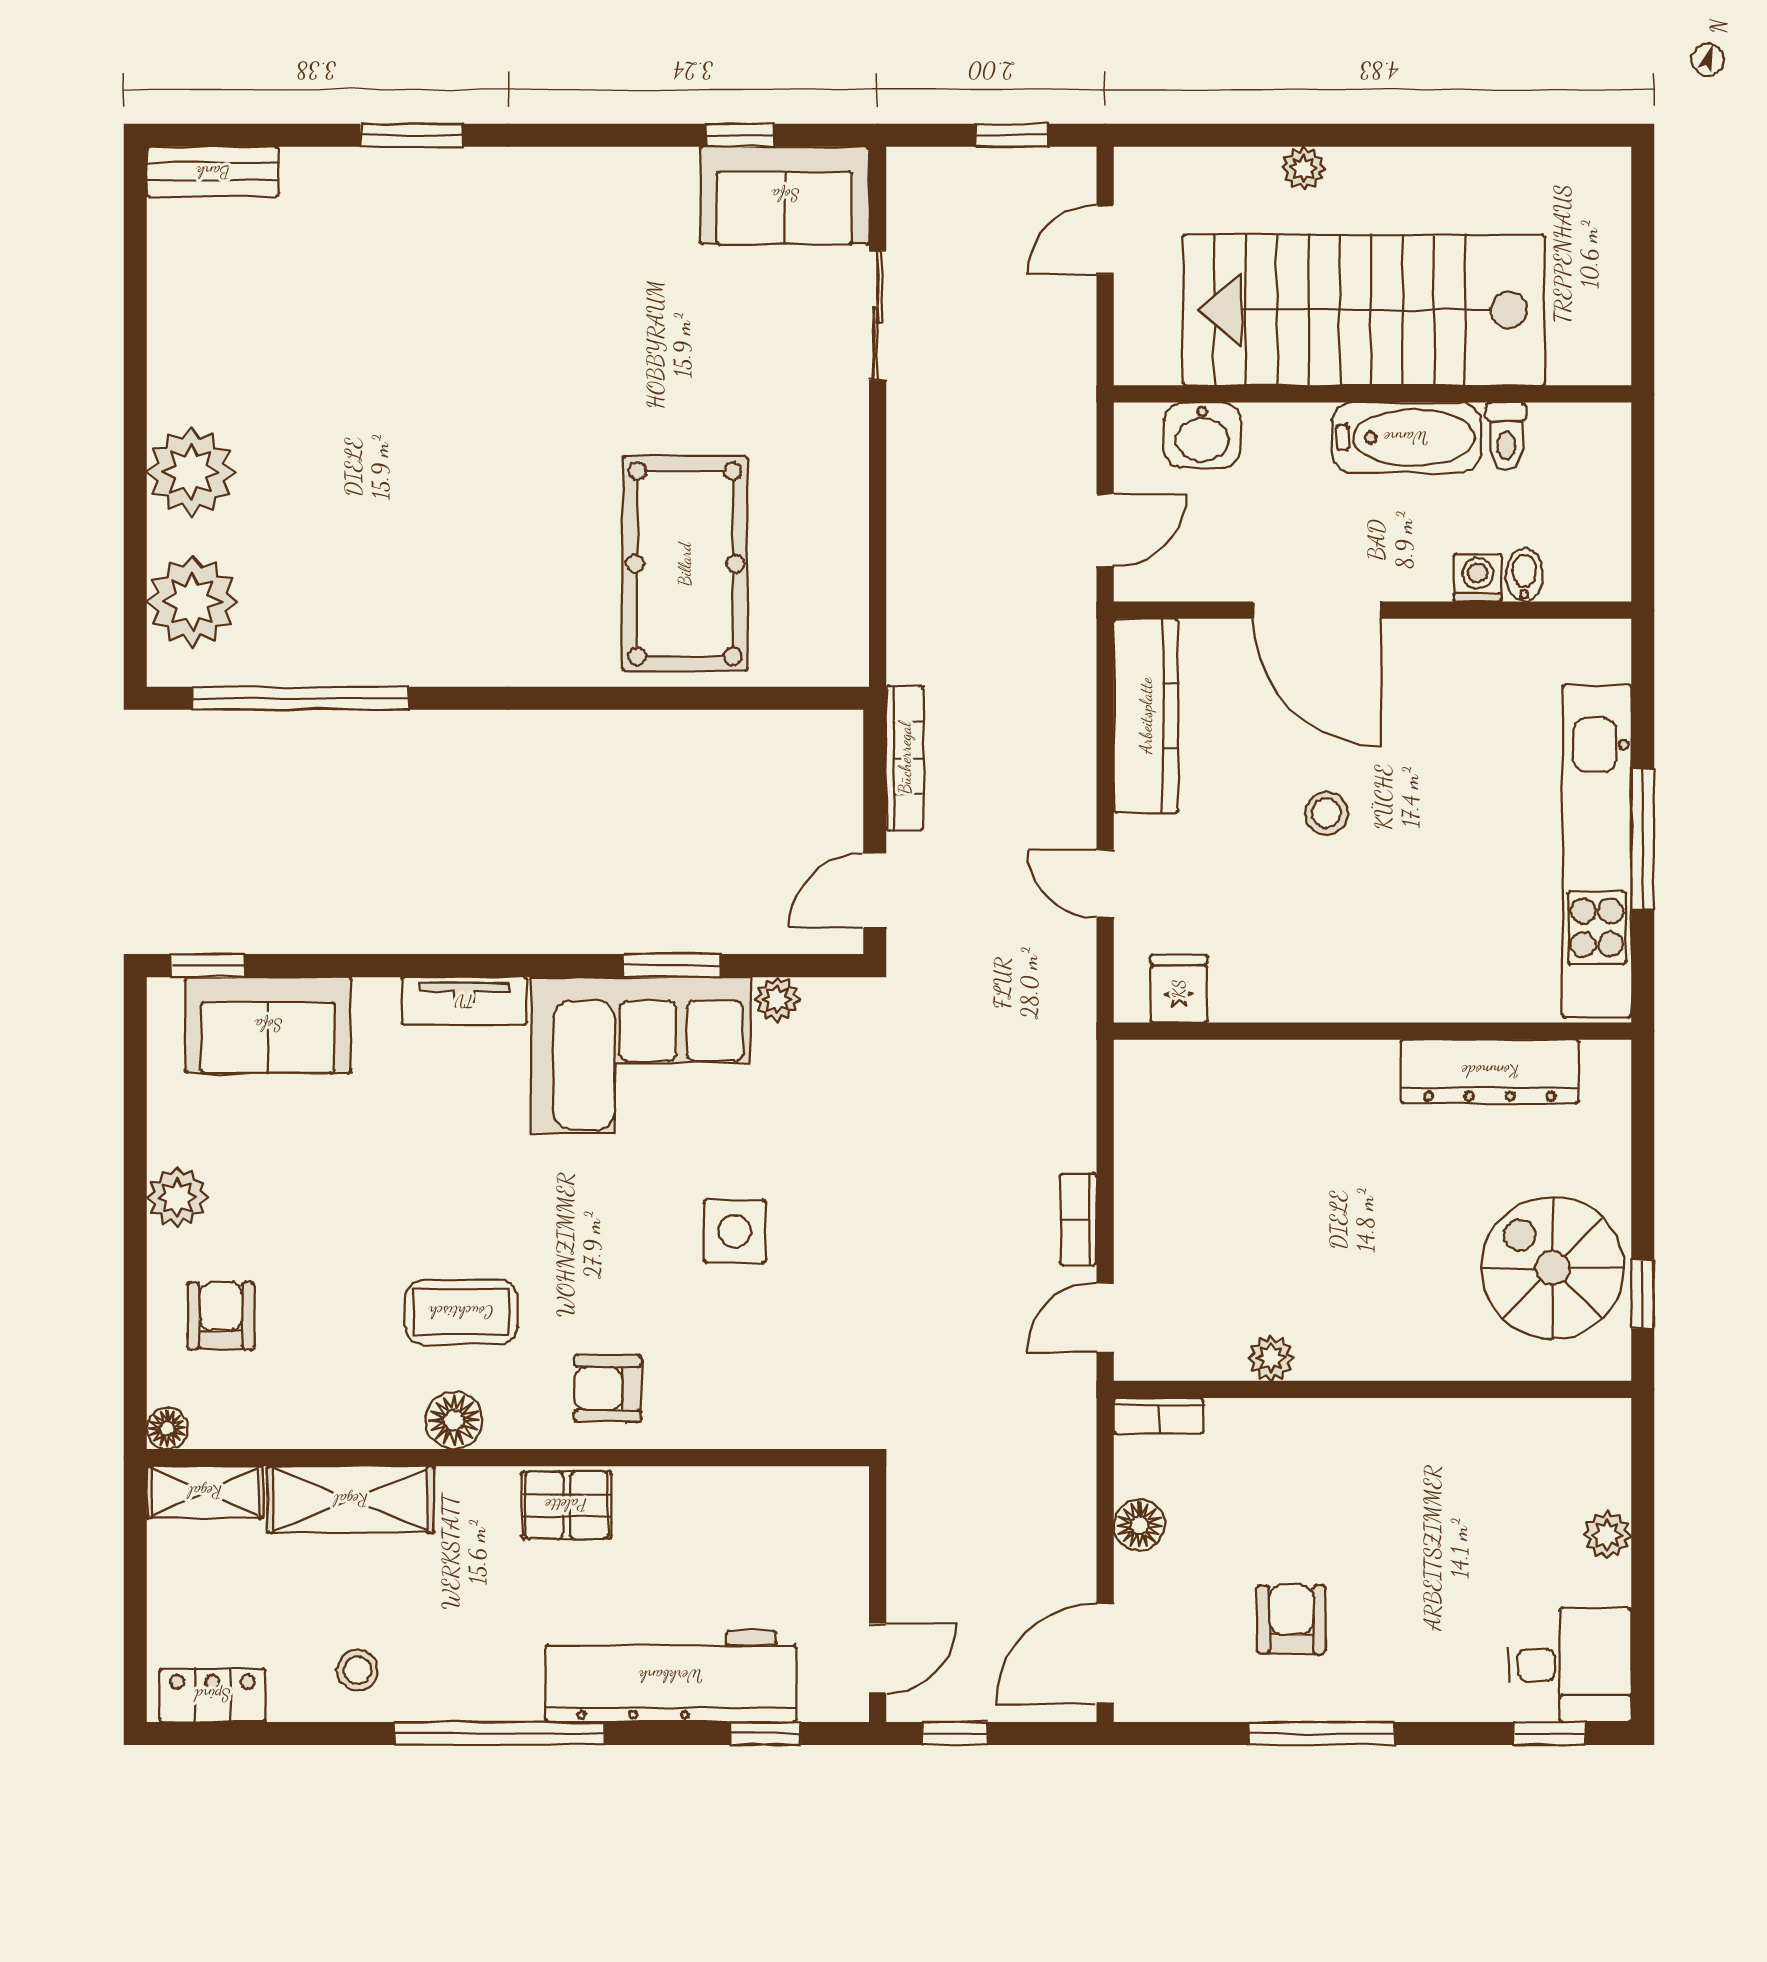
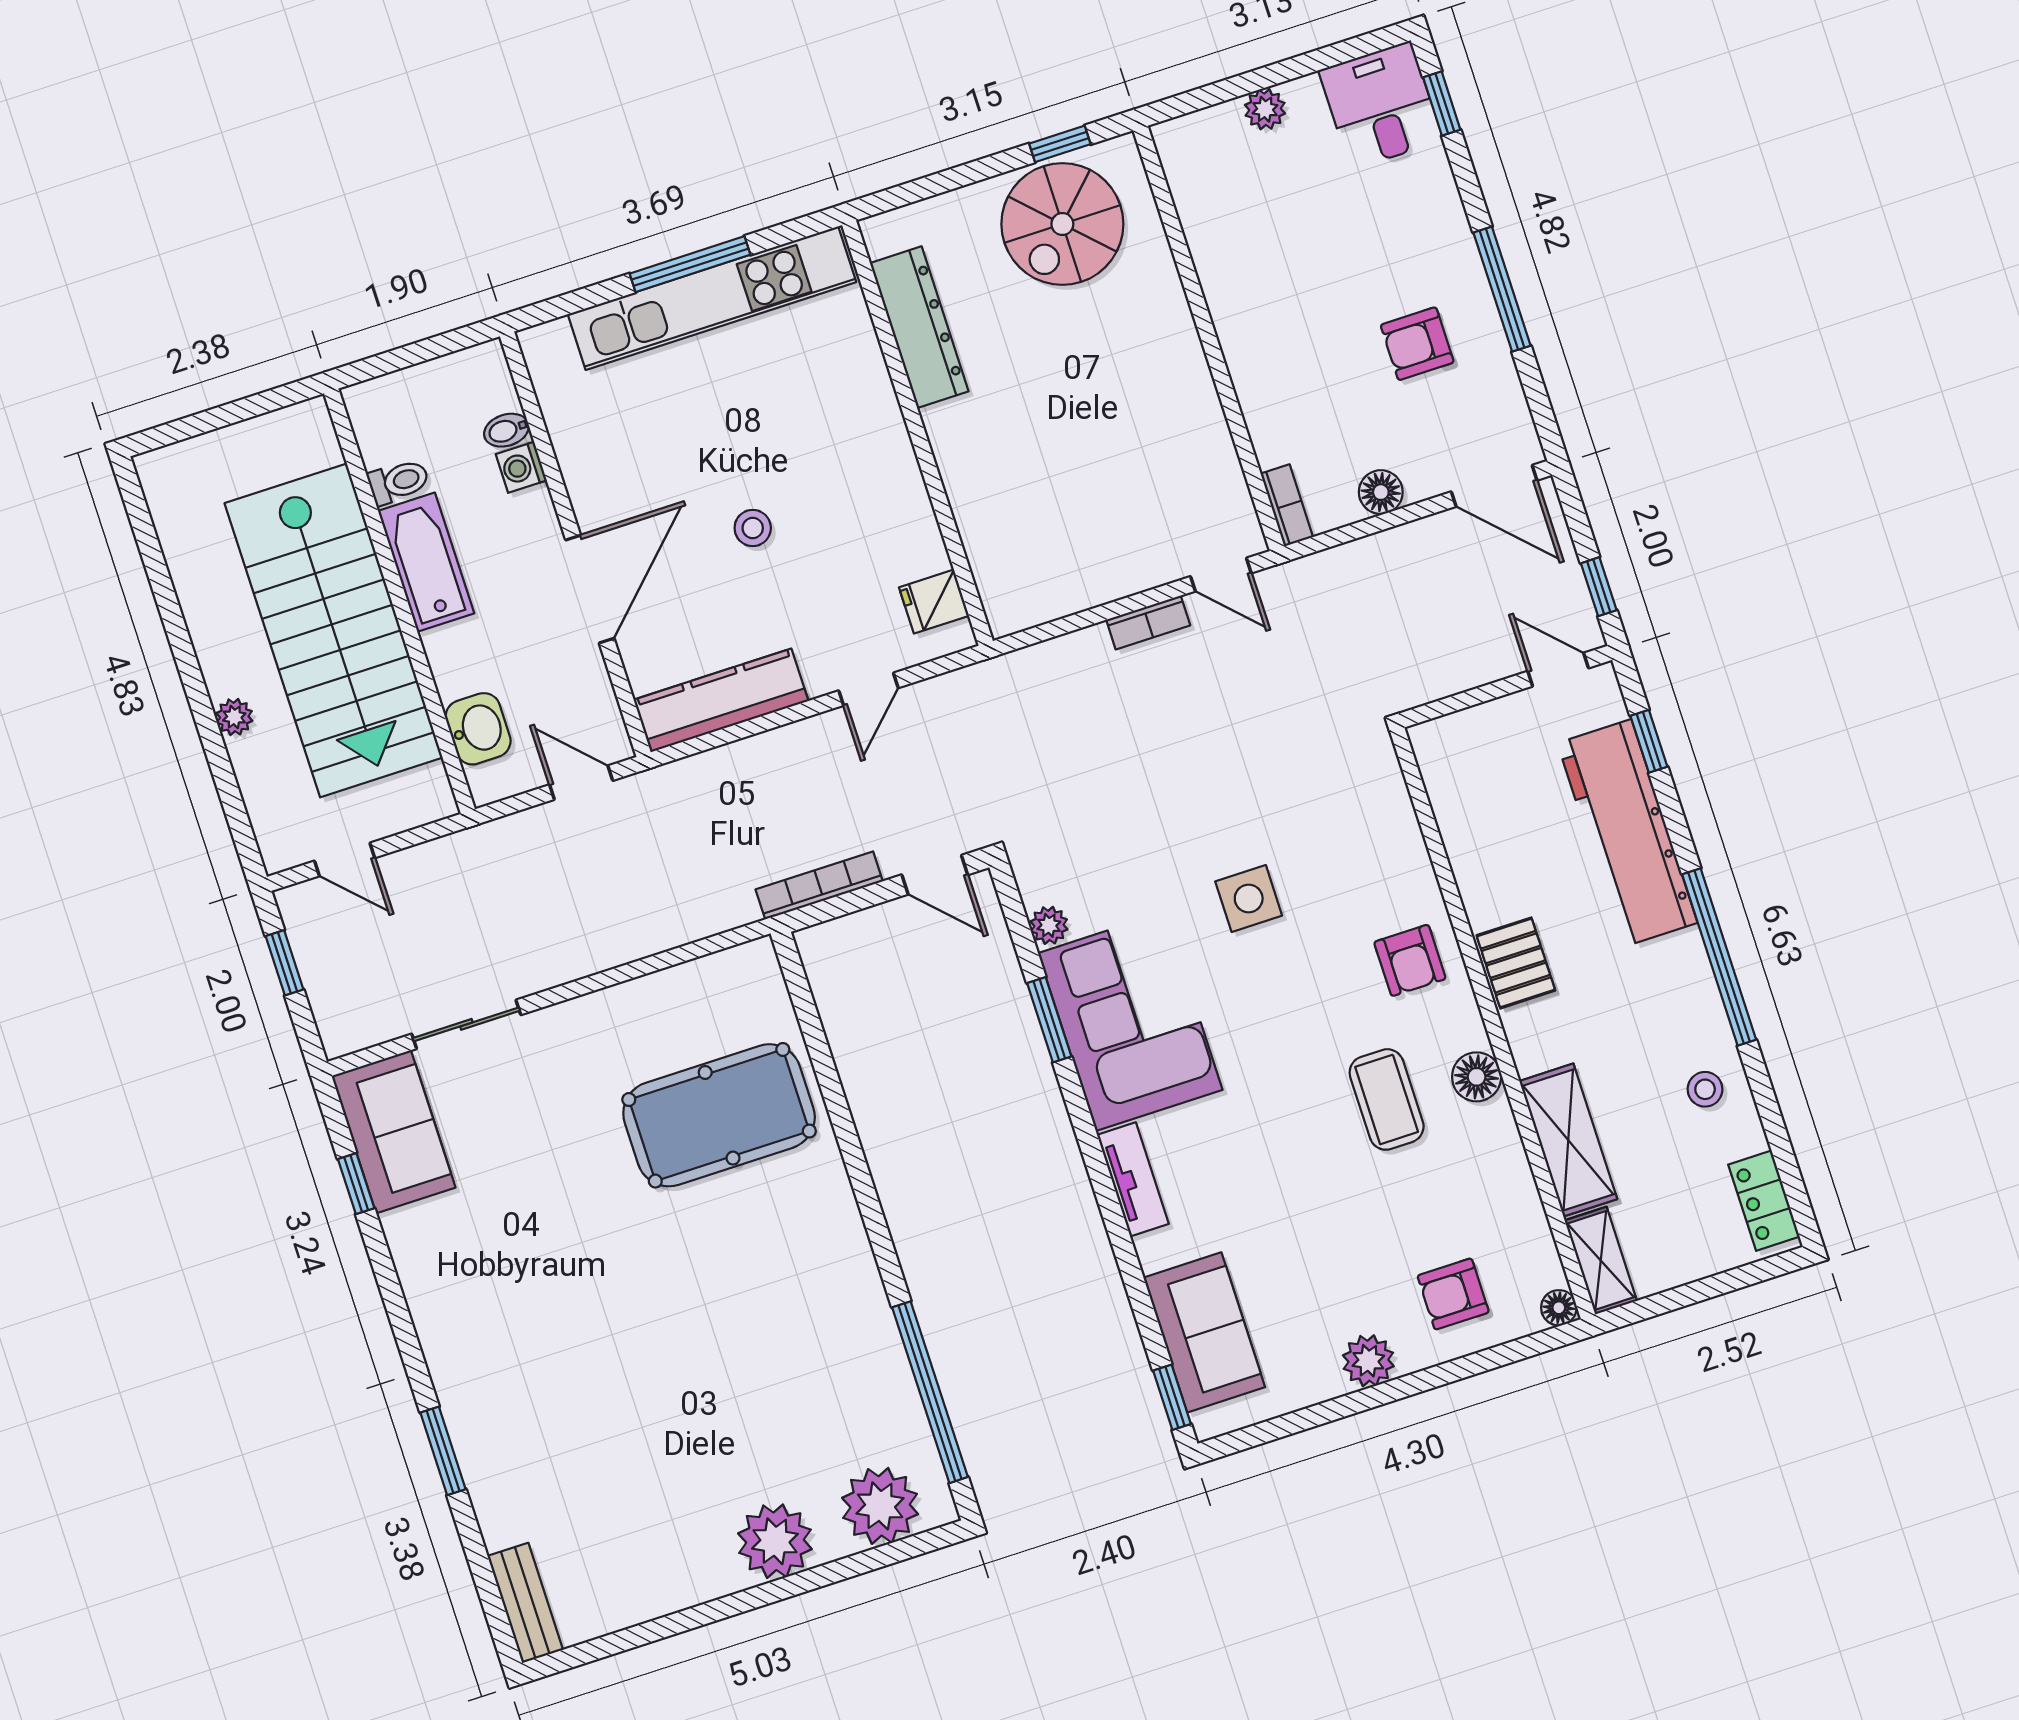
plant: (1271, 1358) -> (1210, 429), removed

